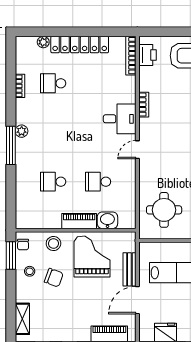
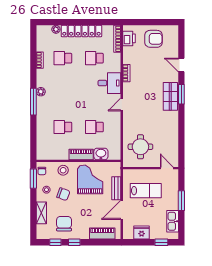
school desk: (98, 83) -> (94, 58), added
shelving: (22, 319) -> (41, 213), moved
chair: (55, 320) -> (64, 224), added

